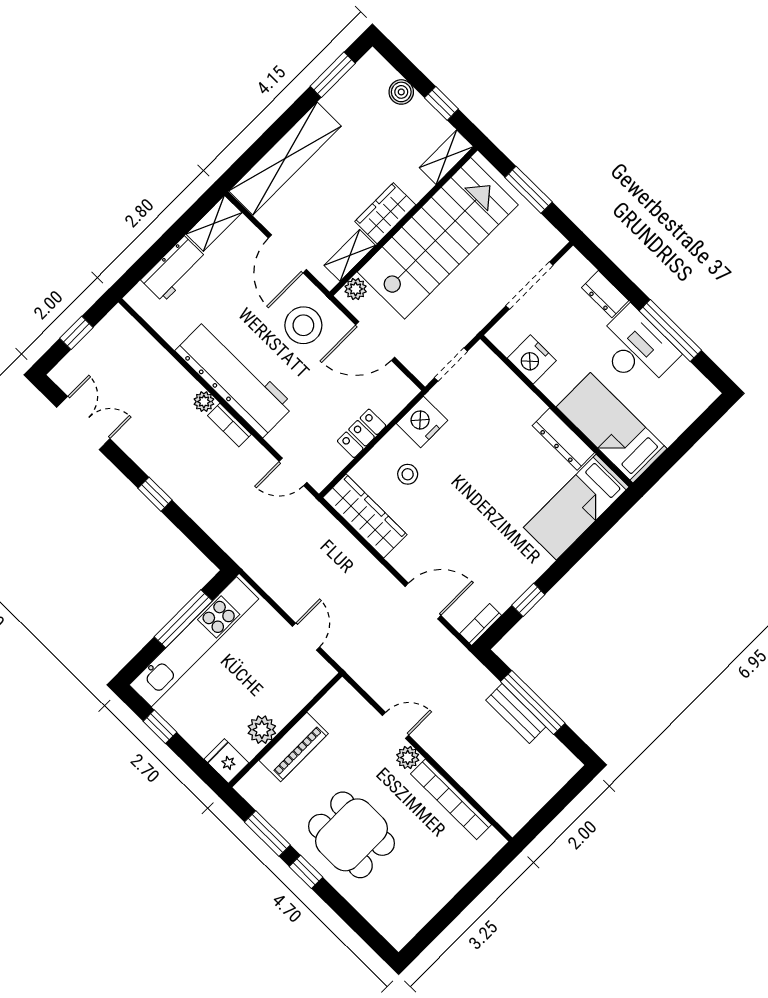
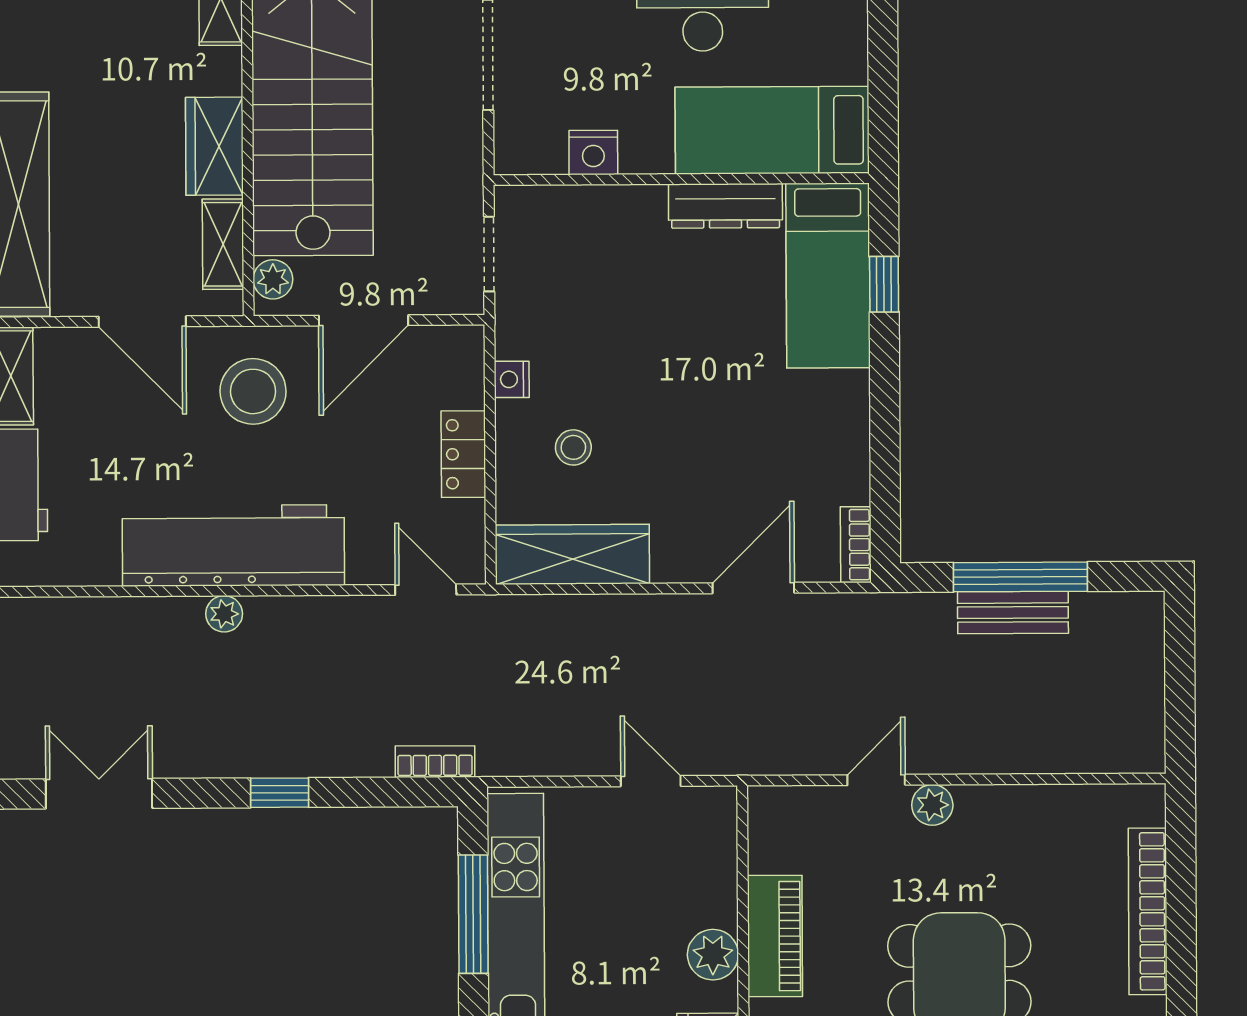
nightstand: (532, 359) -> (593, 152), width x0.74, depth x0.75
nightstand: (422, 422) -> (512, 379), width x0.53, depth x0.56
bookcase: (229, 425) -> (435, 762), moved, turned 180
door: (293, 472) -> (426, 590), swing flipped
window: (528, 600) -> (884, 284), moved
bookcase: (451, 799) -> (1148, 911), moved, turned 90

